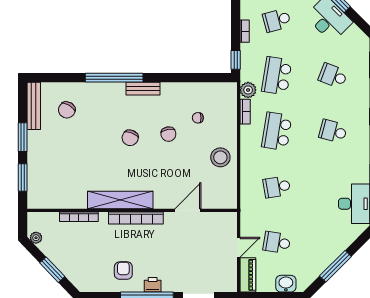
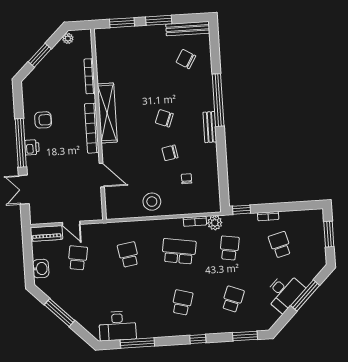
school desk: (277, 76) -> (229, 248), width x0.54

